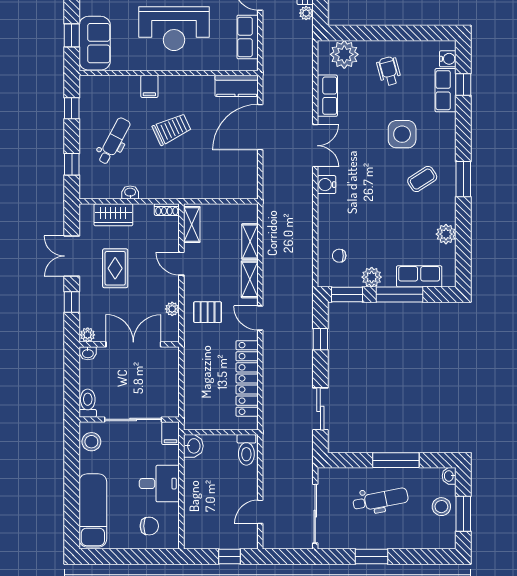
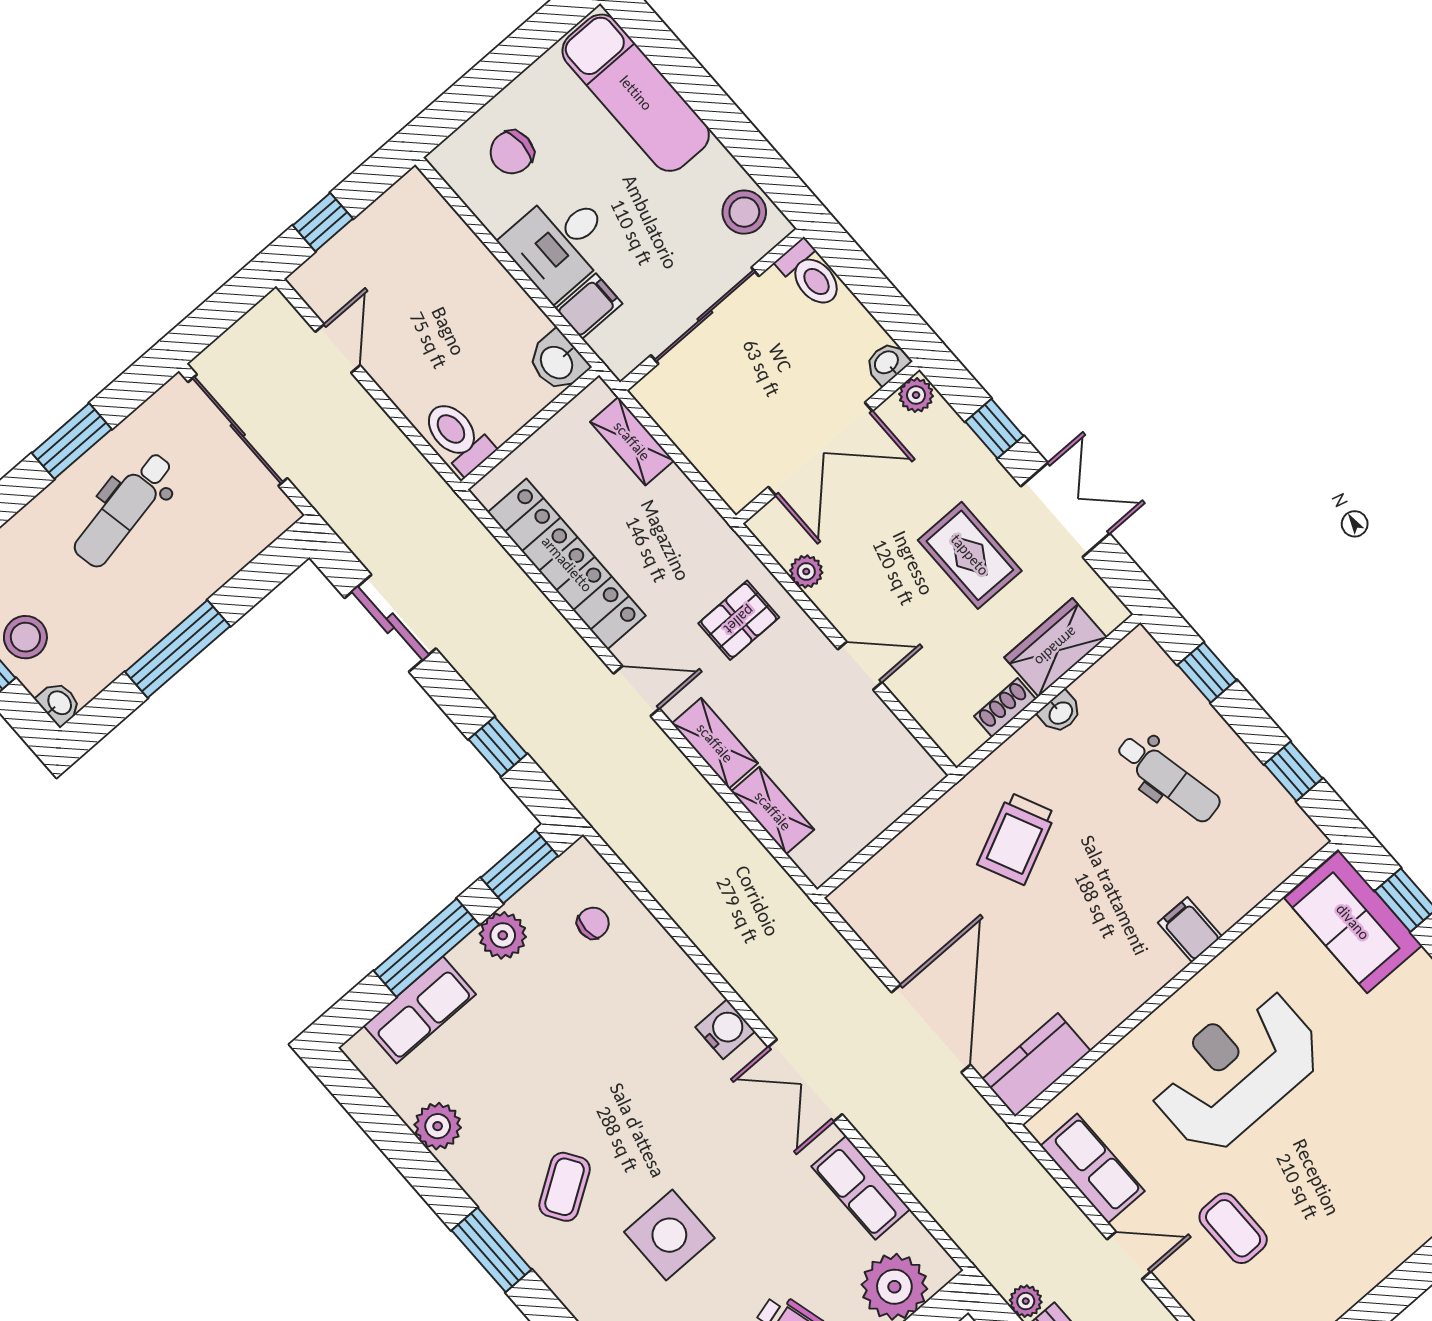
trolley: (172, 129) -> (1017, 839), moved
dental chair: (114, 141) -> (1168, 778), turned -40
shoe rack: (167, 210) -> (1005, 708), moved
shelving: (192, 224) -> (632, 441), moved
filing cabinet: (171, 433) -> (589, 306), moved, turned 90
dental chair: (380, 500) -> (124, 510), moved

